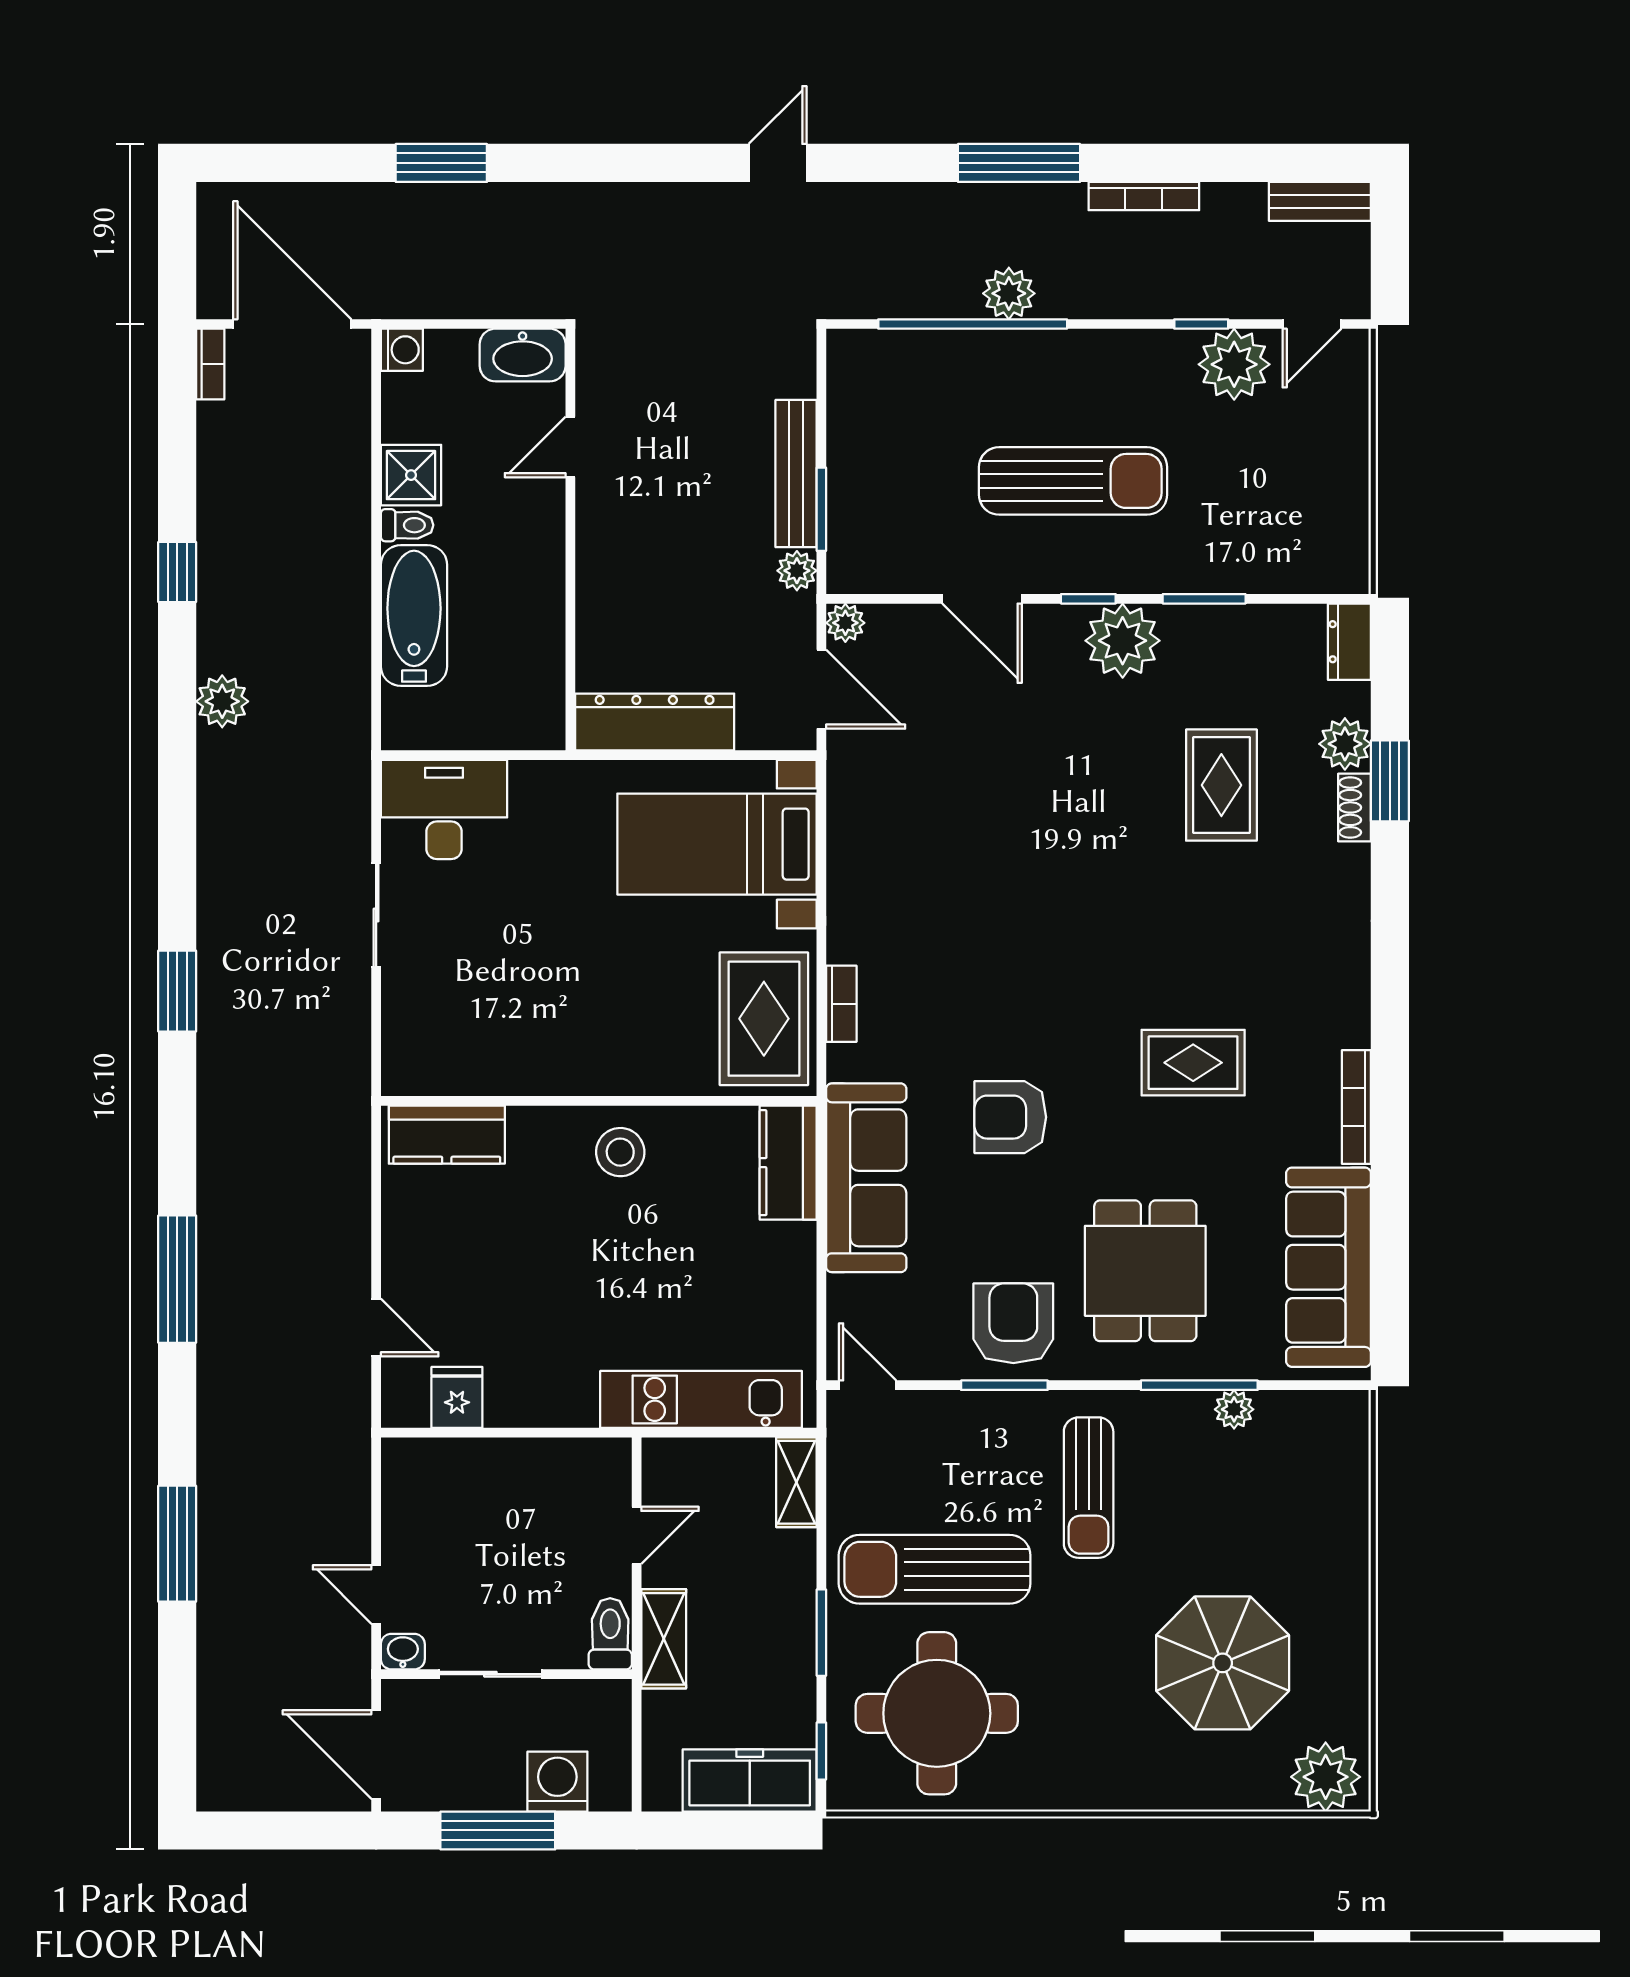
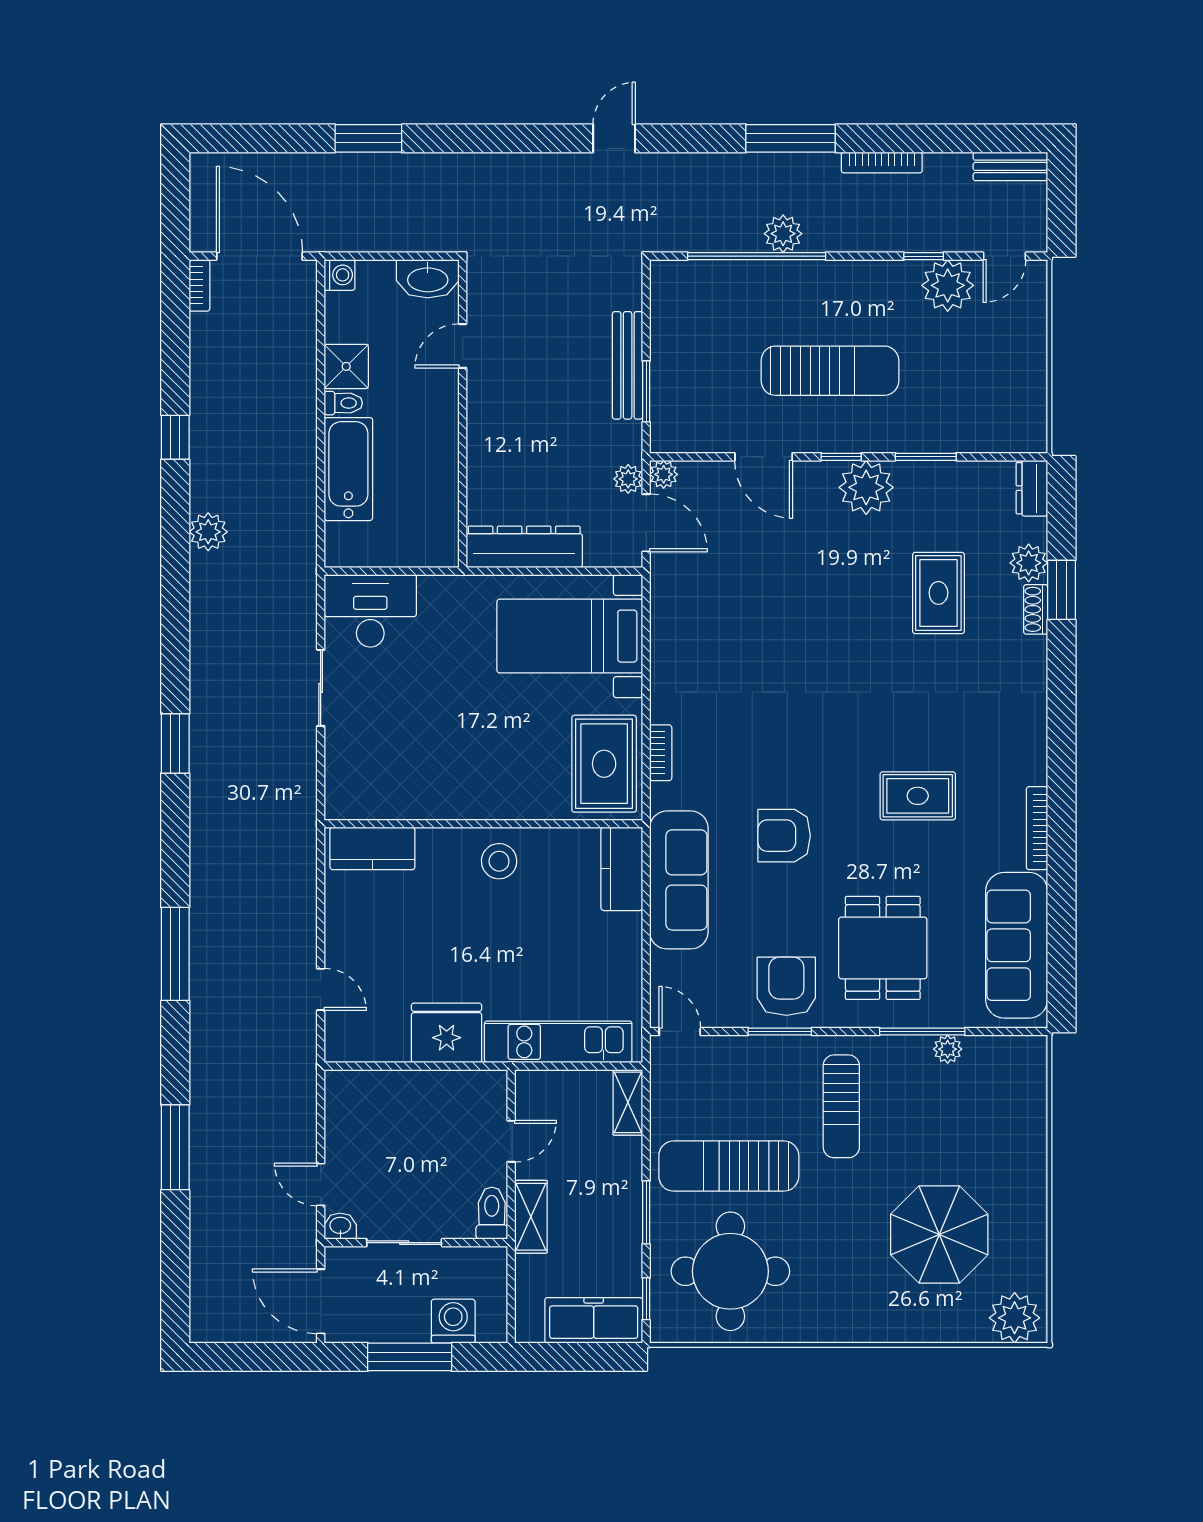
plant: (797, 571) -> (628, 479), moved
fridge: (457, 1397) -> (447, 1033), moved, width x1.88, depth x1.34

